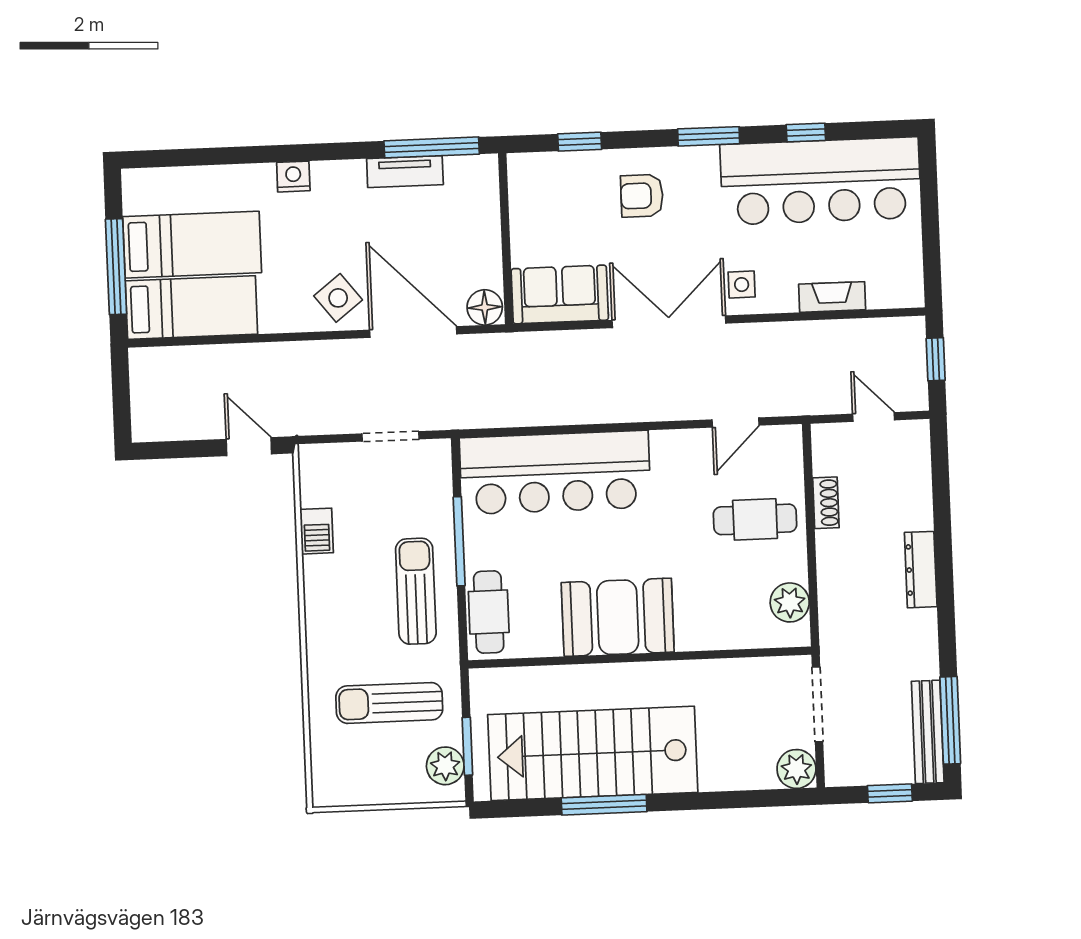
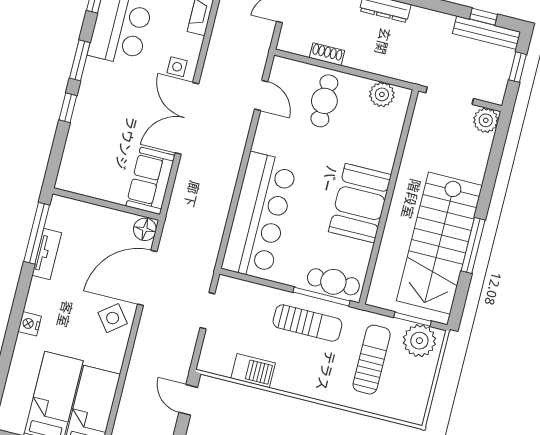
window: (580, 142) -> (68, 108), moved
armchair: (642, 196) -> (104, 112), removed
door: (249, 447) -> (188, 400), hinge flipped
barbecue: (317, 531) -> (253, 371), width x1.38, depth x1.27
window: (459, 541) -> (322, 297), moved
sun lounger: (416, 591) -> (307, 323), turned 180
sun lounger: (389, 703) -> (372, 360), turned 180
window: (950, 720) -> (483, 17), width x0.46
plant: (445, 766) -> (419, 341), width x1.36, depth x1.36

